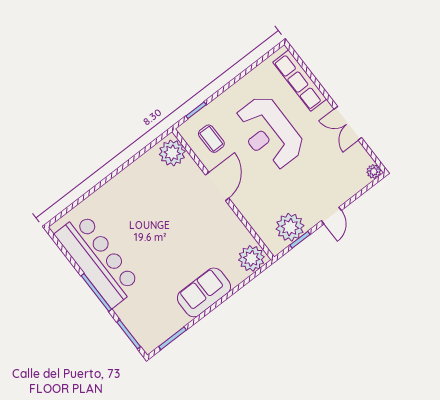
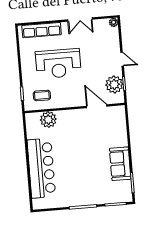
plant: (172, 153) -> (48, 120), moved
door: (217, 187) -> (97, 106), moved
plant: (251, 258) -> (117, 115), removed
bar counter: (98, 260) -> (41, 168), moved, turned 90
sofa: (204, 292) -> (120, 164), moved

